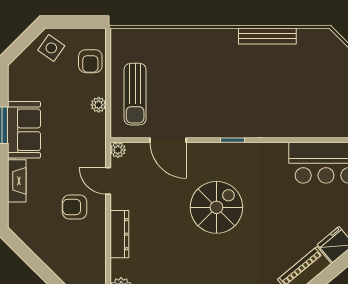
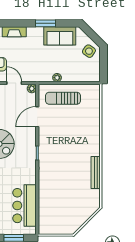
armchair: (90, 61) -> (82, 73), removed
sofa: (24, 130) -> (60, 36), moved
door: (108, 181) -> (14, 83), hinge flipped

